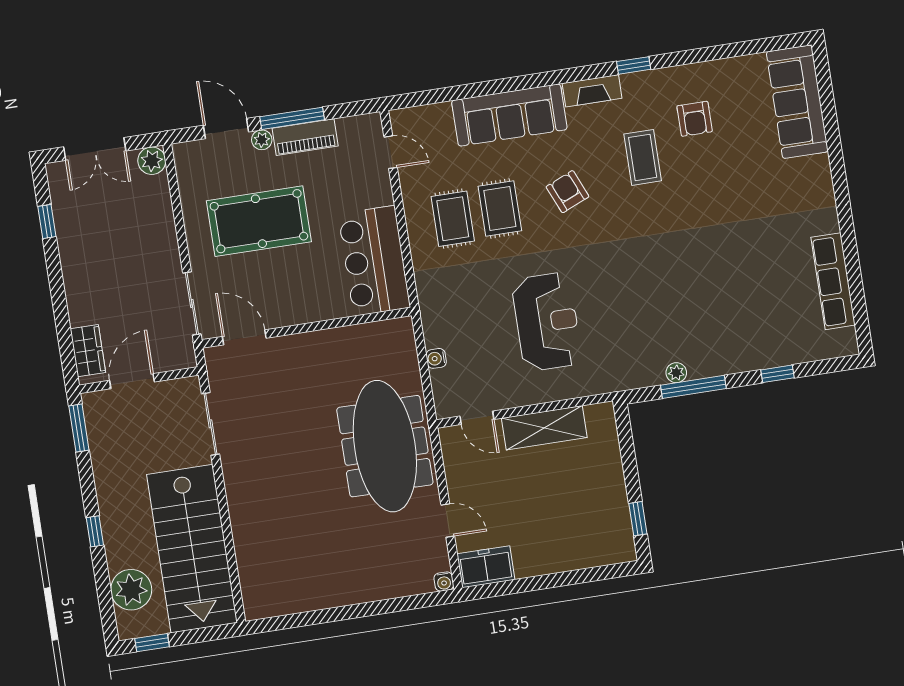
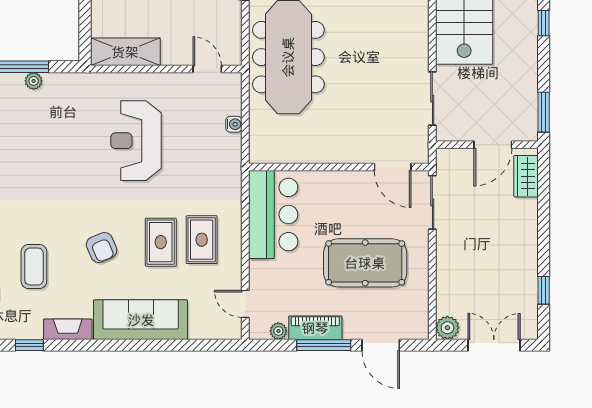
plant: (262, 140) -> (278, 331), moved
shelving: (544, 428) -> (125, 52), moved

